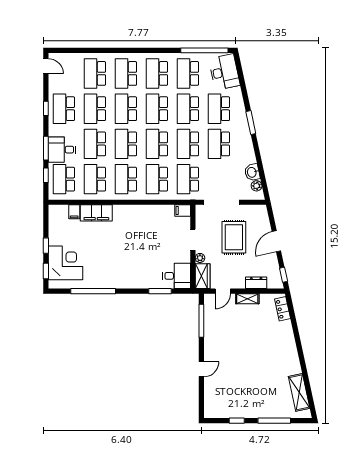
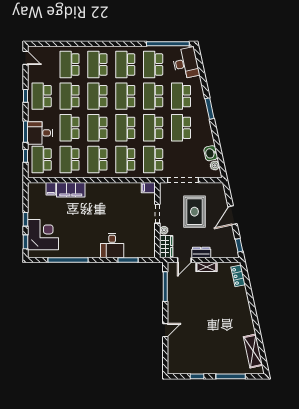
desk: (177, 276) -> (112, 245), moved, turned 90
dresser: (256, 283) -> (201, 252), moved

